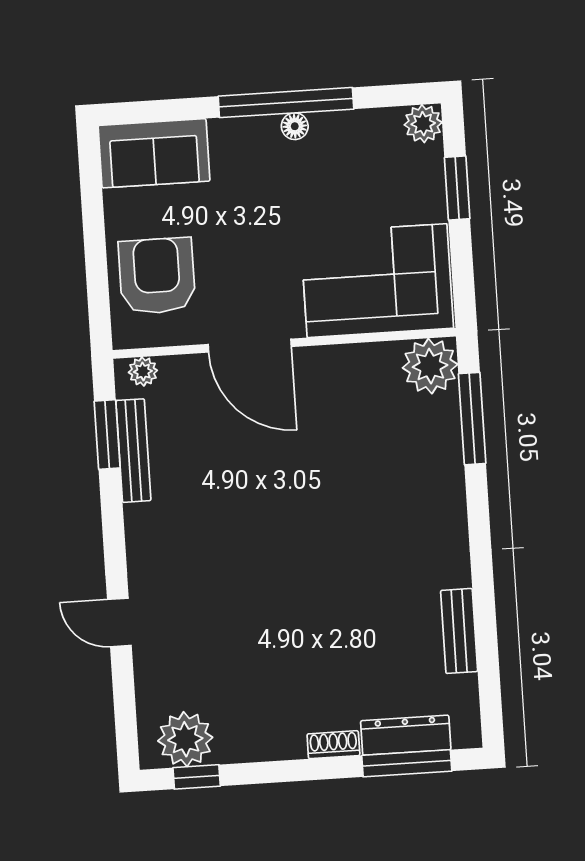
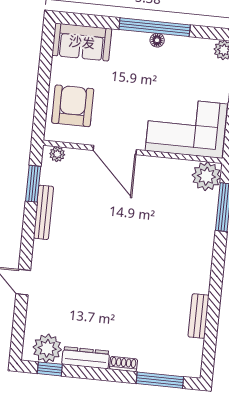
bench: (133, 451) -> (44, 212), moved
dresser: (406, 735) -> (86, 358), moved

